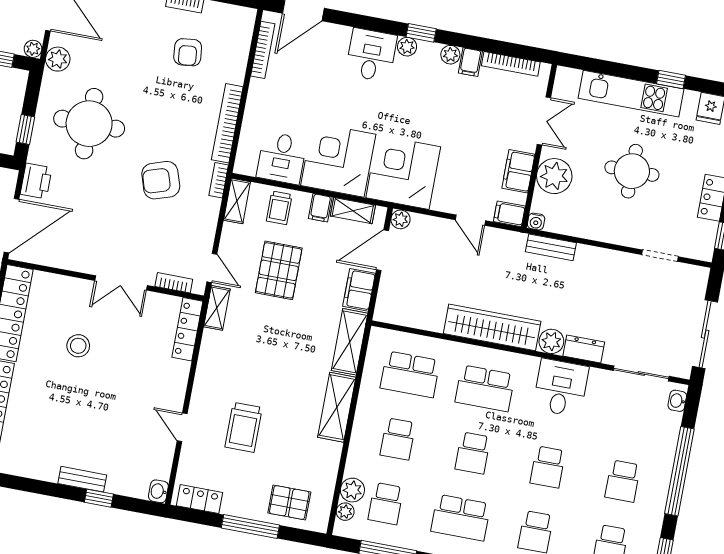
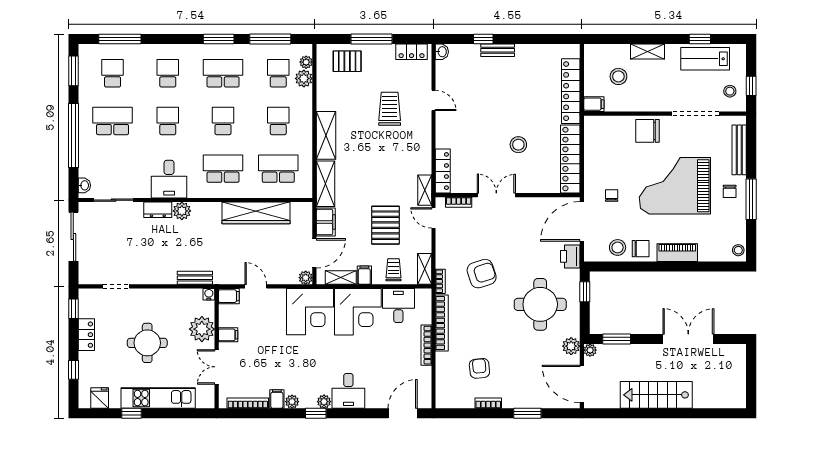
bookcase: (263, 50) -> (426, 345), moved
filing cabinet: (518, 171) -> (228, 335), width x0.50
wardrobe: (492, 327) -> (256, 213), moved
school desk: (623, 481) -> (113, 121), width x1.85

